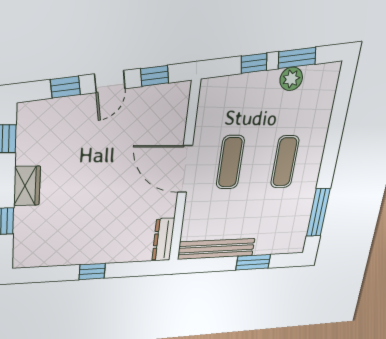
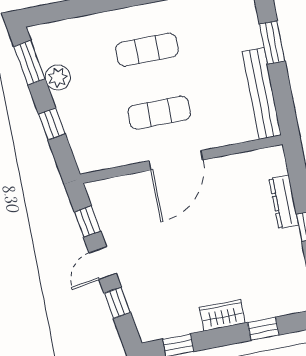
window: (297, 58) -> (29, 63), moved
door: (110, 81) -> (103, 263), swing flipped
dresser: (163, 240) -> (284, 202), moved, turned 90

